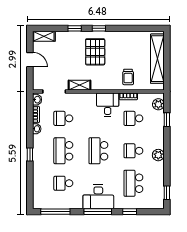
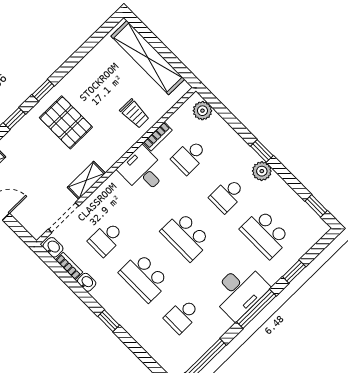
window: (167, 120) -> (262, 151), moved

